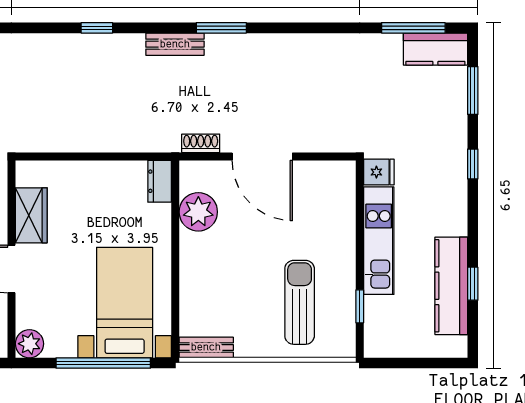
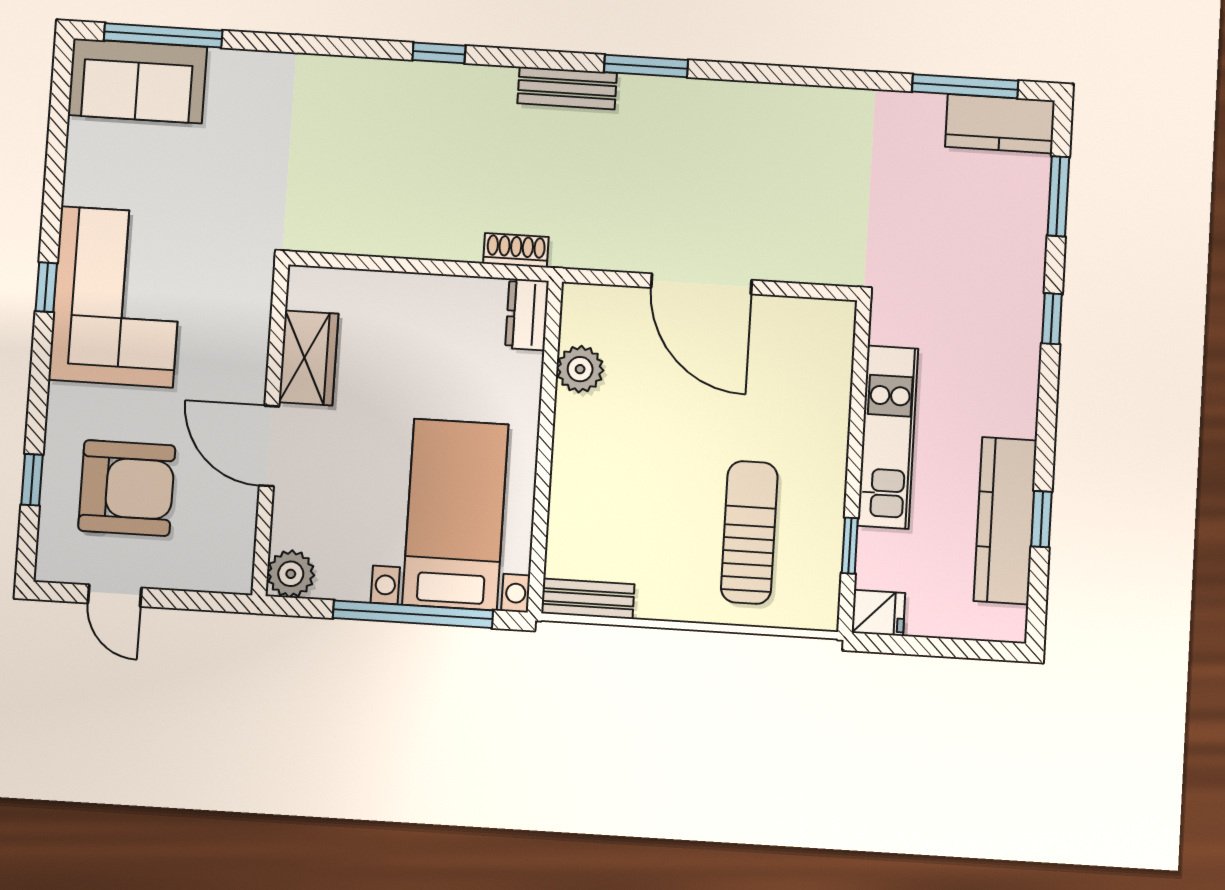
shoe rack: (201, 143) -> (516, 250), moved
fridge: (379, 172) -> (878, 613), moved
plant: (198, 212) -> (580, 369), width x0.73, depth x0.73

